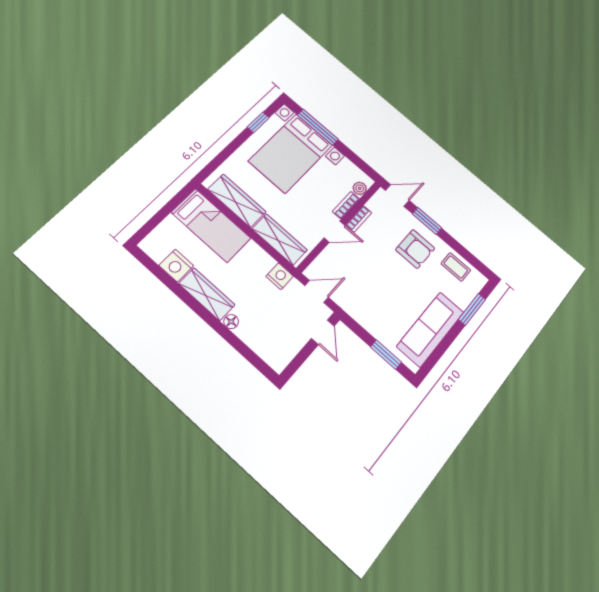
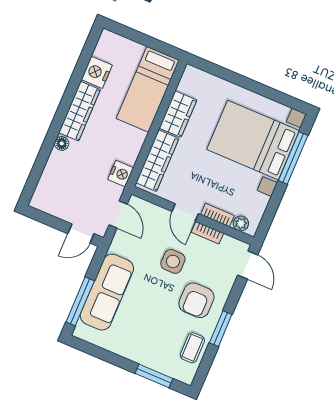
window: (258, 122) -> (275, 95), removed
wardrobe: (237, 201) -> (178, 114), width x0.67
window: (427, 221) -> (221, 329), moved
side table: (375, 257) -> (173, 261), added
sofa: (430, 329) -> (107, 292), moved, turned 90
window: (386, 355) -> (80, 301), width x1.44

